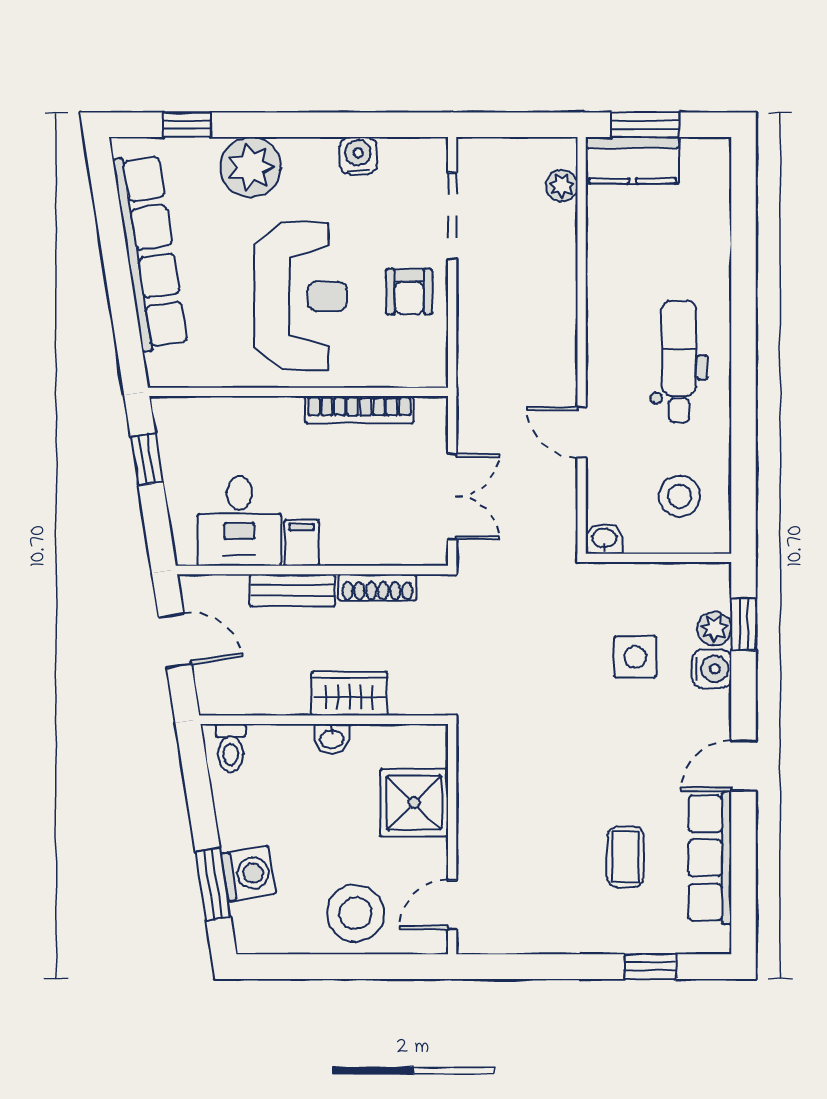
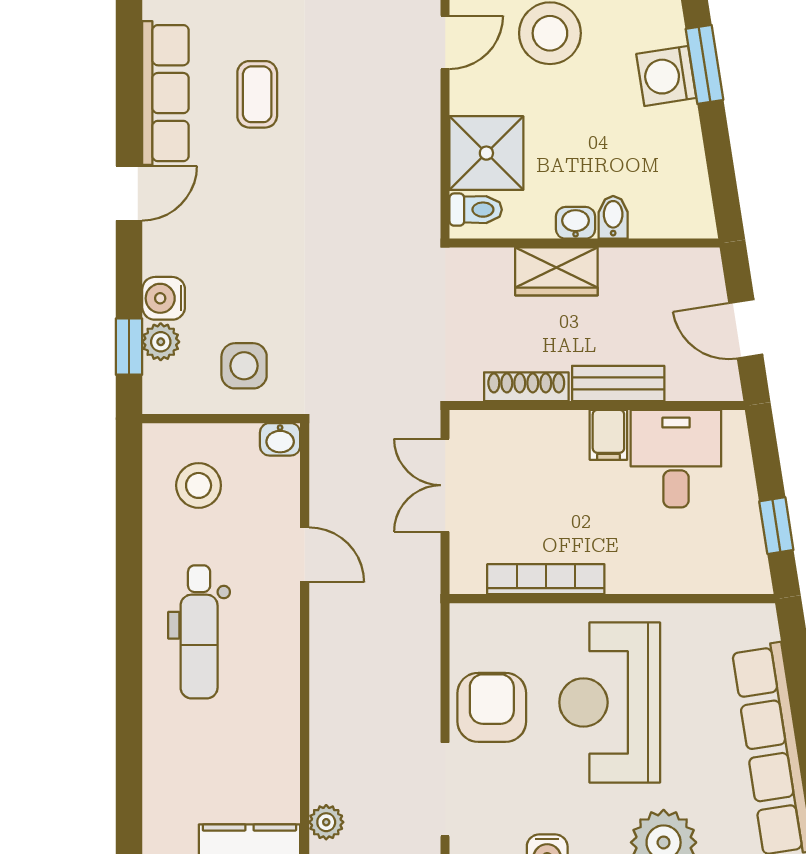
armchair: (409, 292) -> (492, 707), width x1.38, depth x1.38
side table: (635, 657) -> (244, 366), moved
bidet: (297, 743) -> (613, 217), added
toilet: (231, 748) -> (476, 210), moved, turned 90

